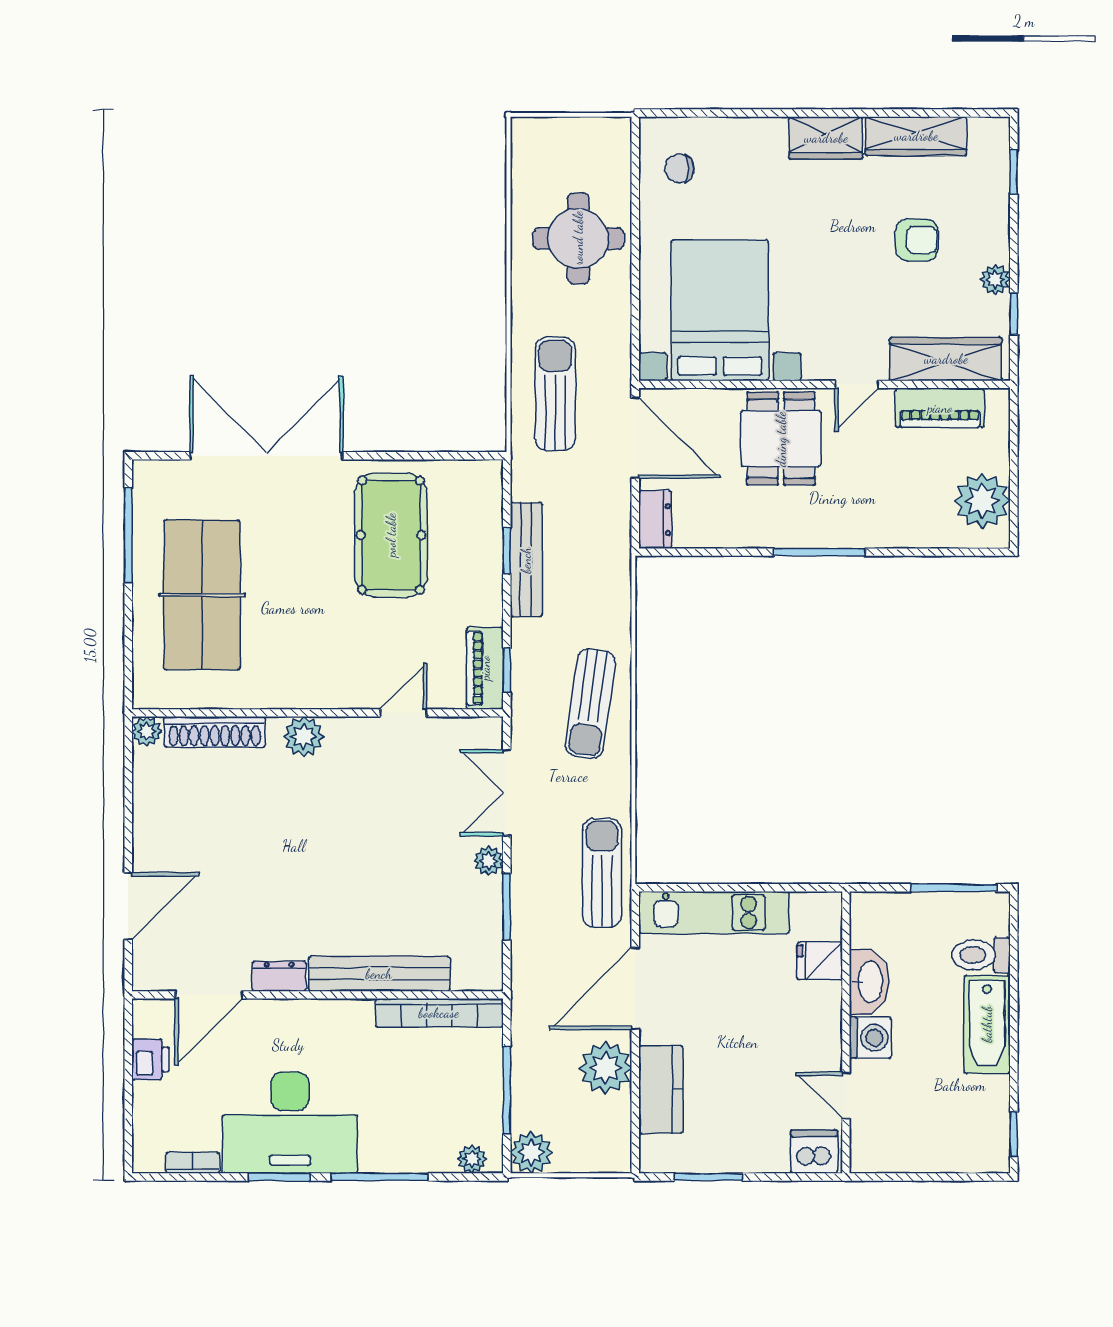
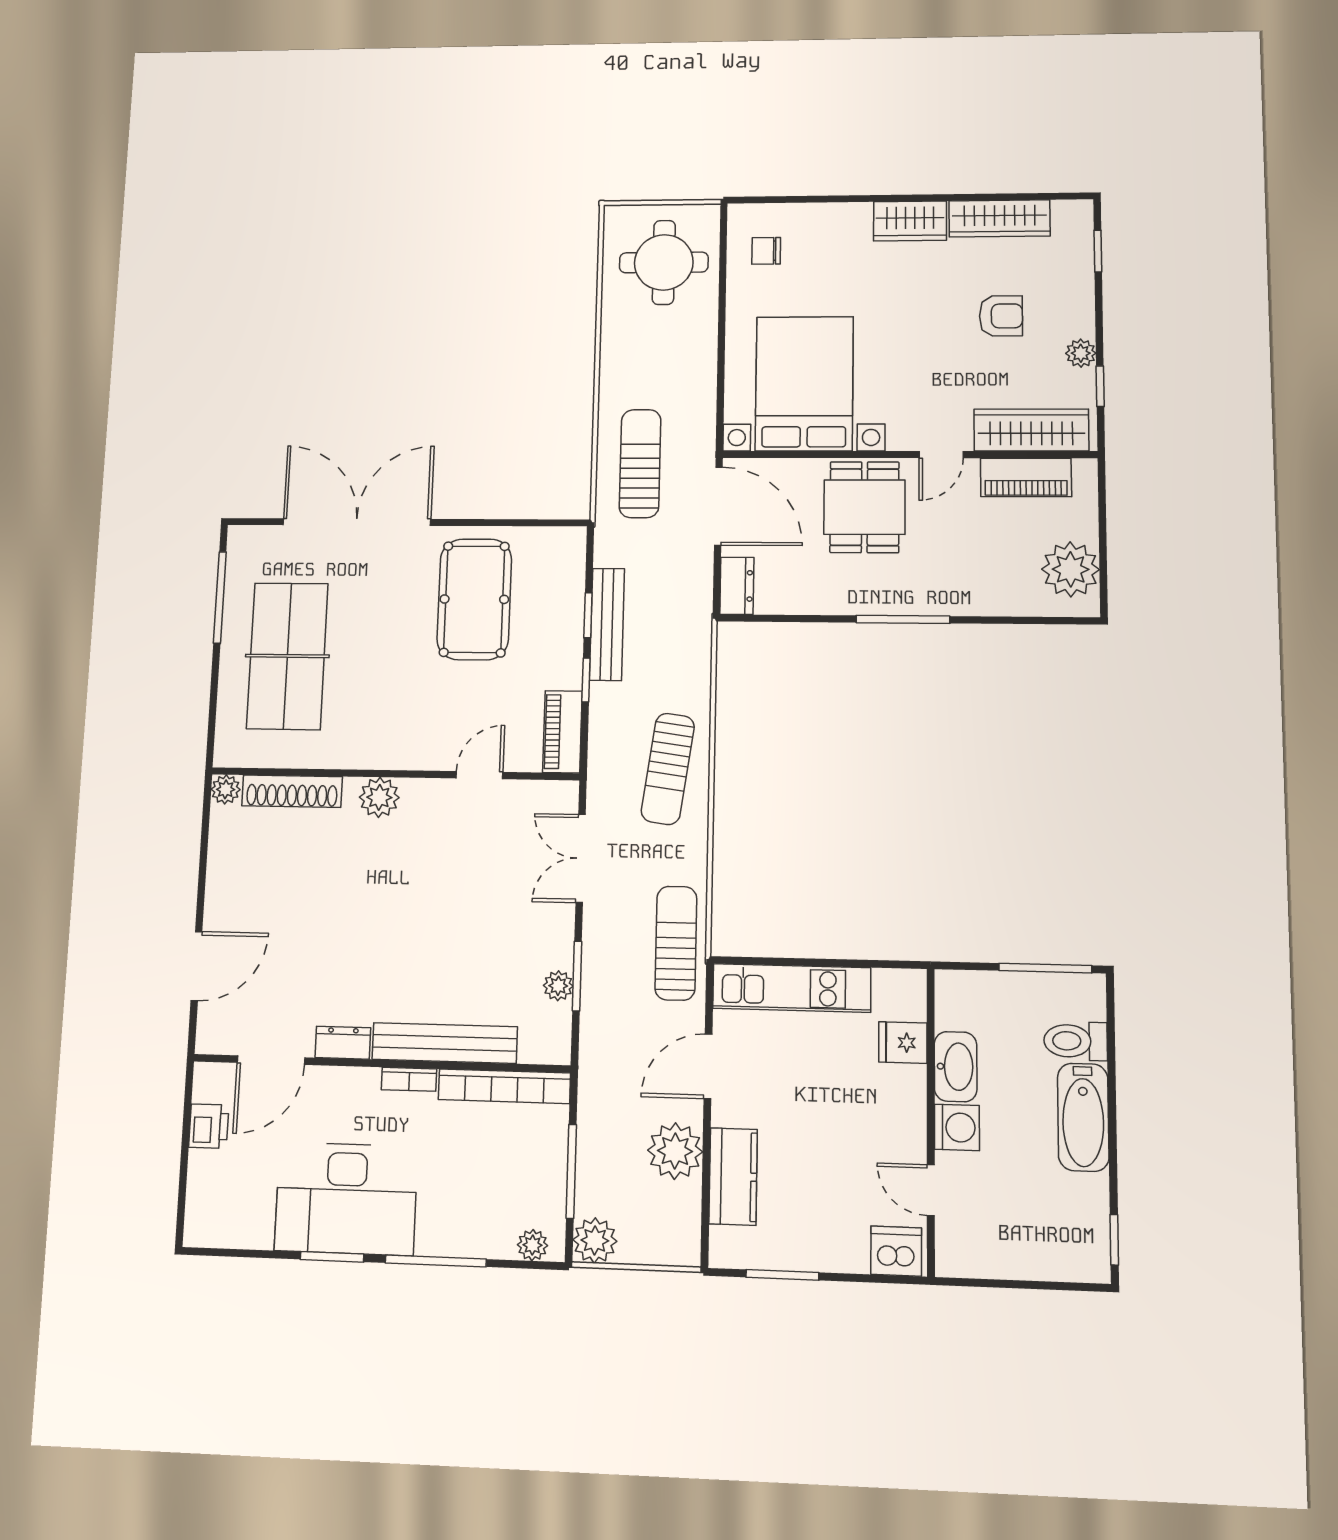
round table: (578, 238) -> (664, 262), moved
window: (507, 670) -> (586, 680), moved
plant: (489, 861) -> (558, 986), moved
door: (635, 988) -> (708, 1066), width x0.73
bookcase: (193, 1163) -> (409, 1079), moved, turned 180

